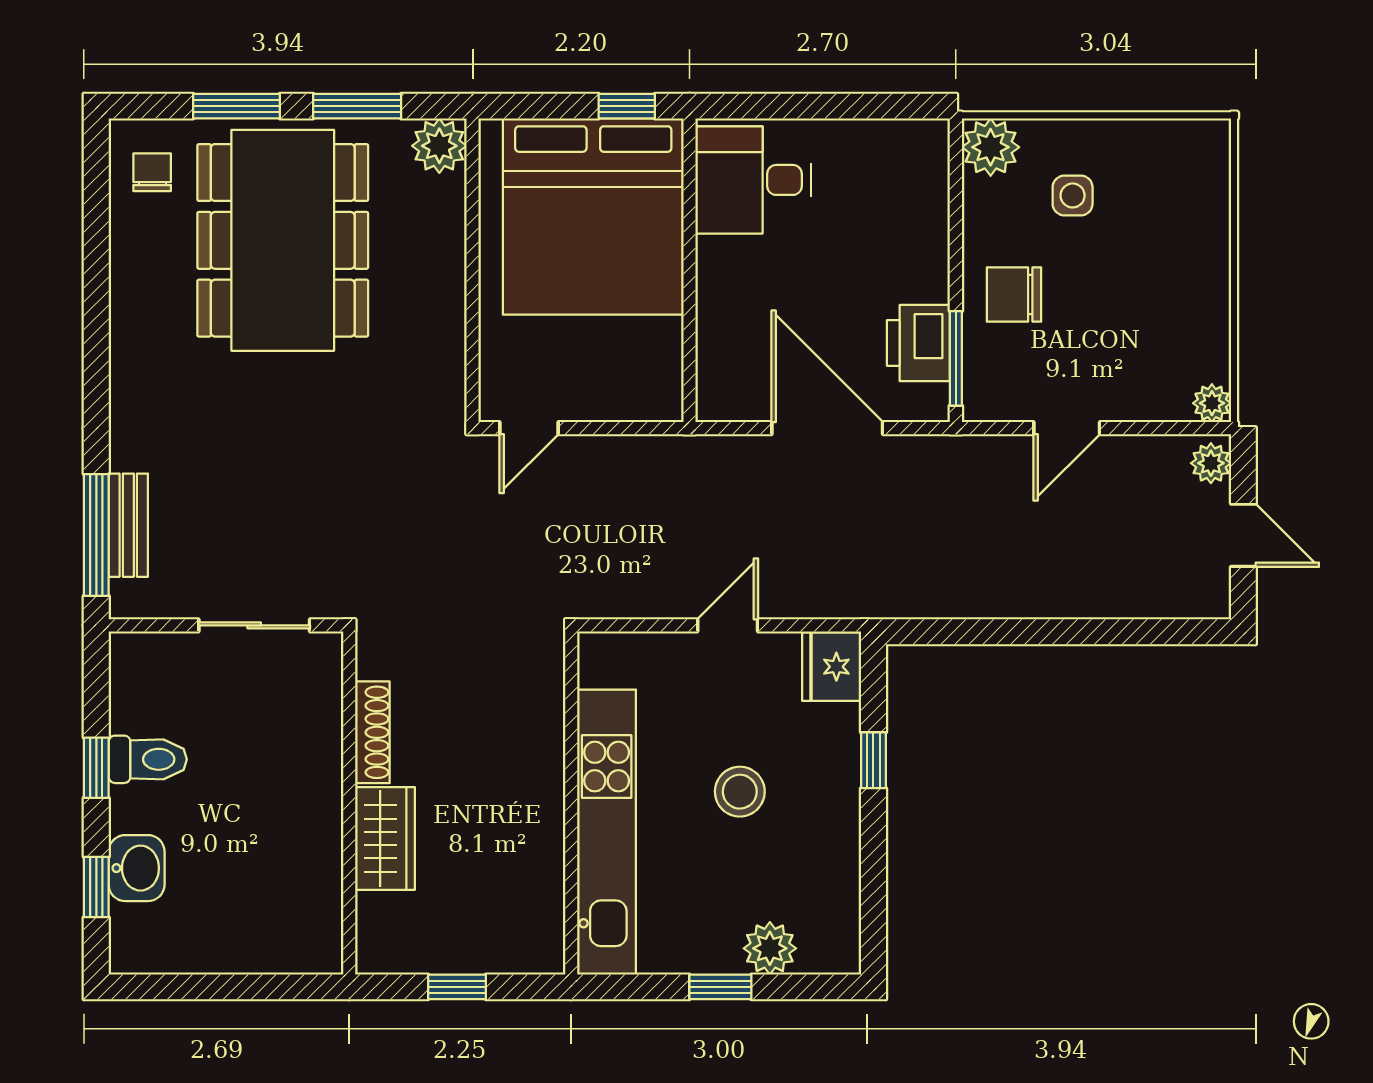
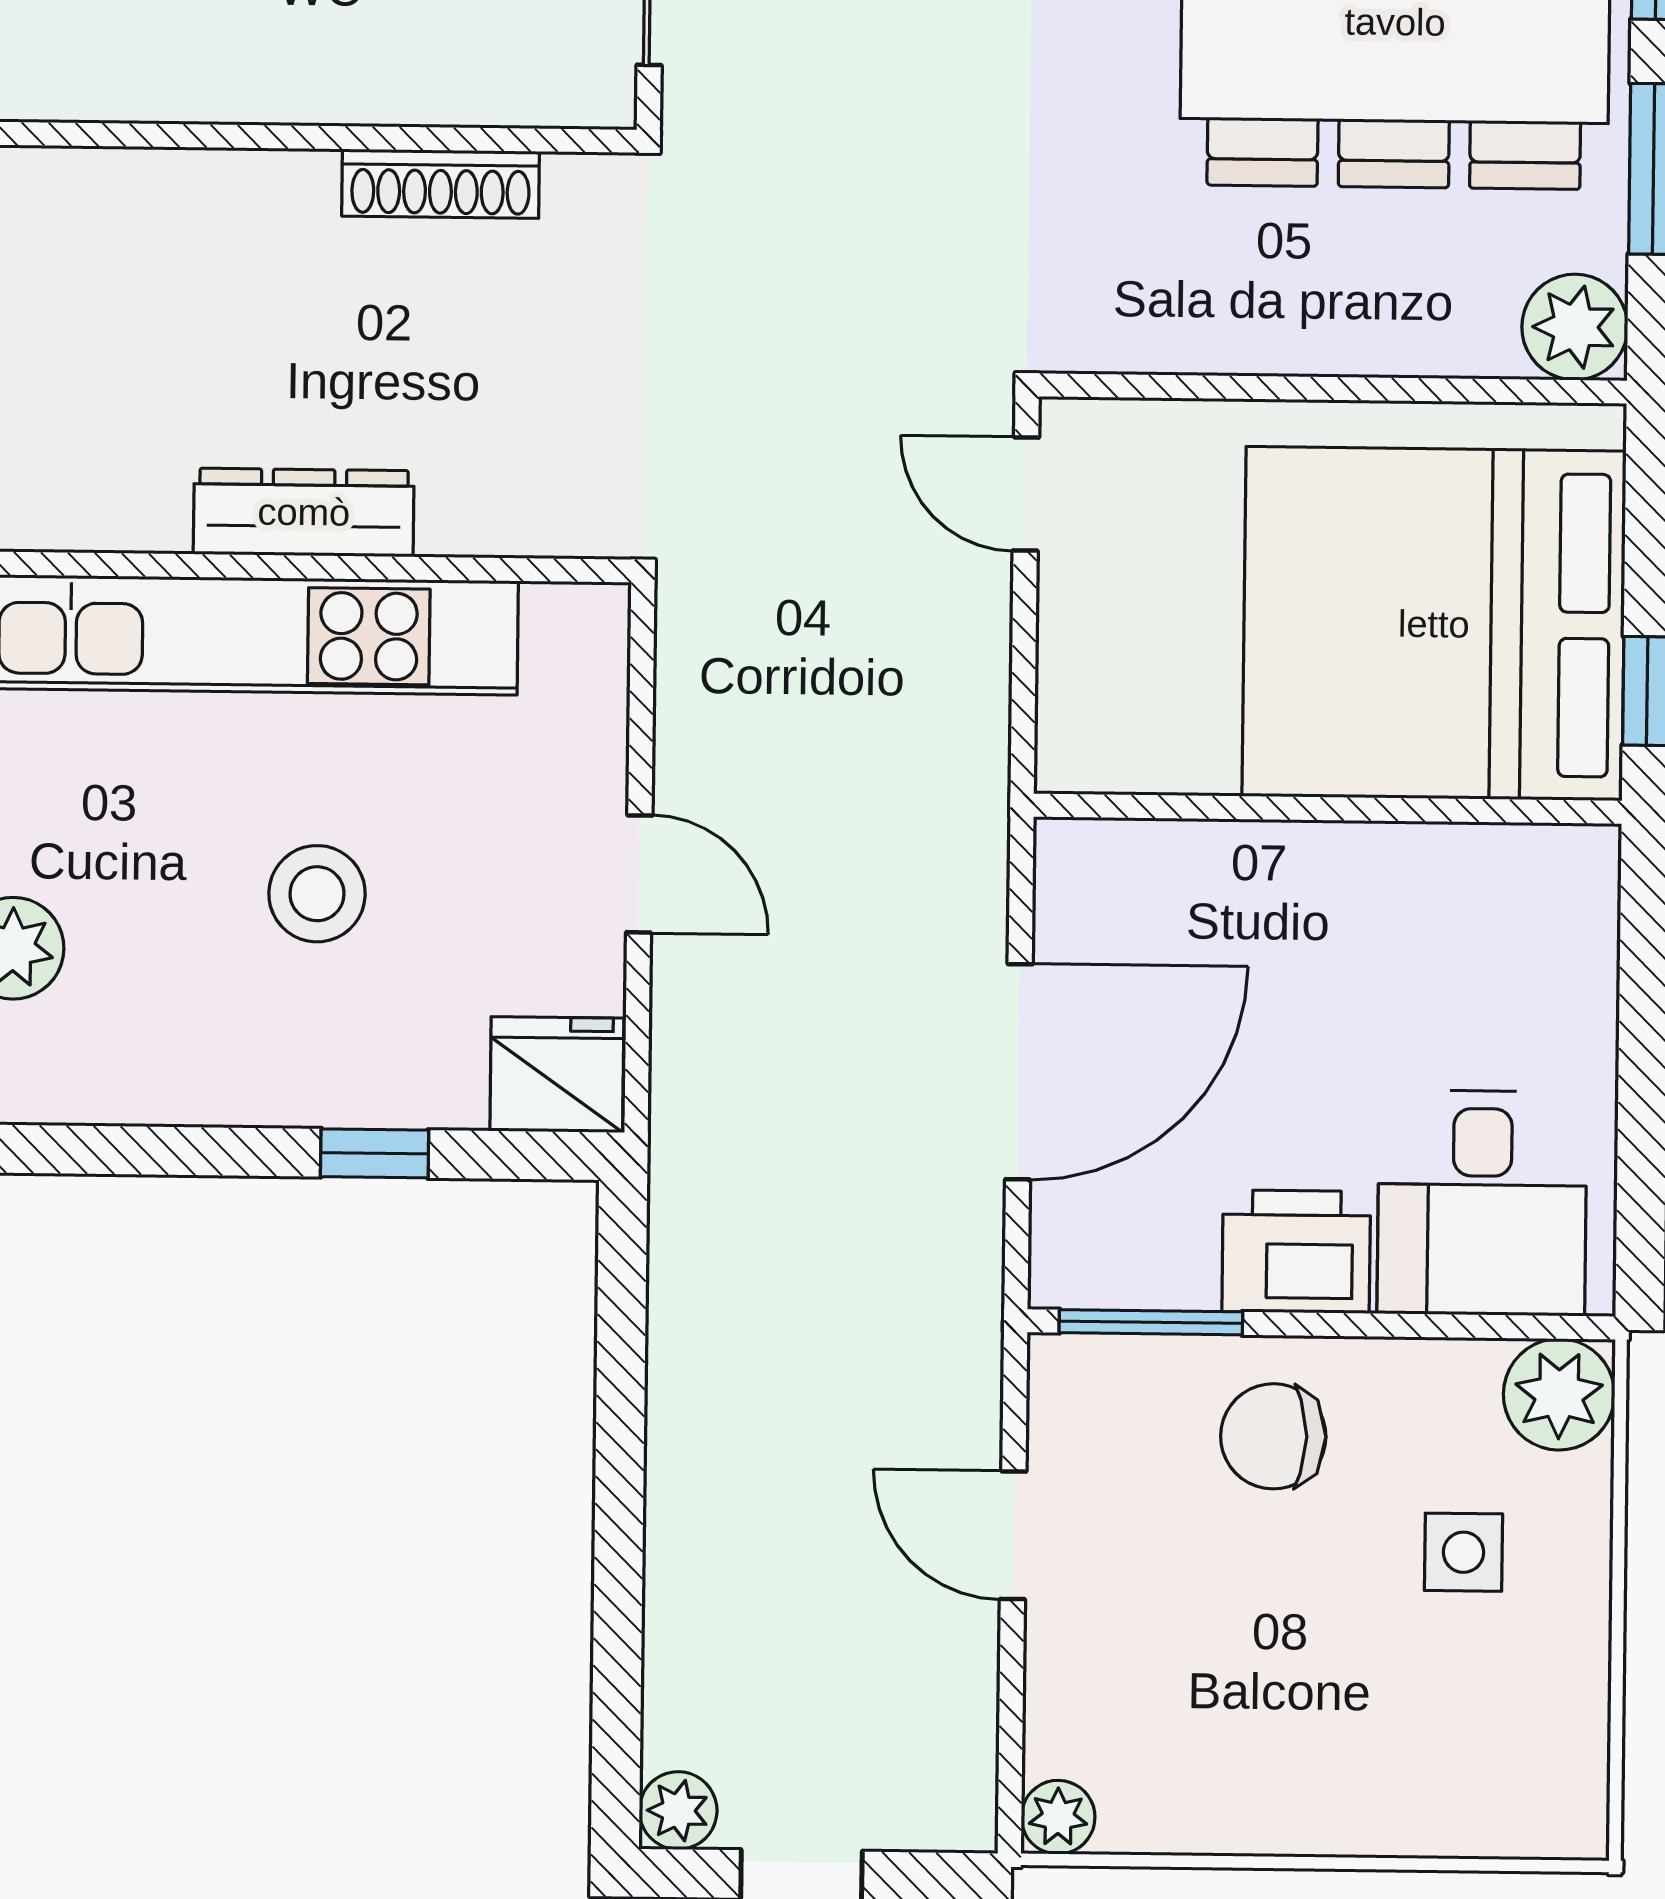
desk: (753, 180) -> (1482, 1203), moved, turned 180
chair: (1014, 294) -> (1273, 1436), turned -90
printer: (918, 343) -> (1296, 1252), moved
plant: (1211, 463) -> (678, 1811), moved
dresser: (543, 801) -> (304, 512), added
wardrobe: (385, 839) -> (235, 206), removed

